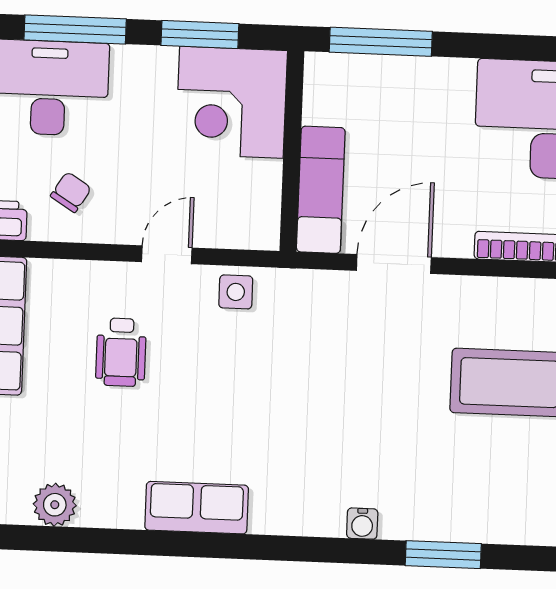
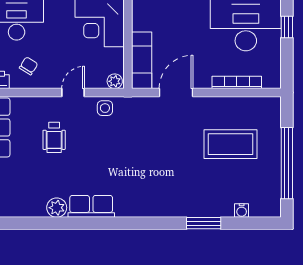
plant: (260, 234) -> (115, 81), added
plant: (55, 505) -> (57, 208), moved
water cooler: (362, 524) -> (242, 211), moved

